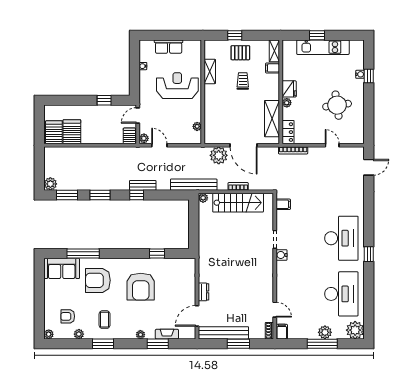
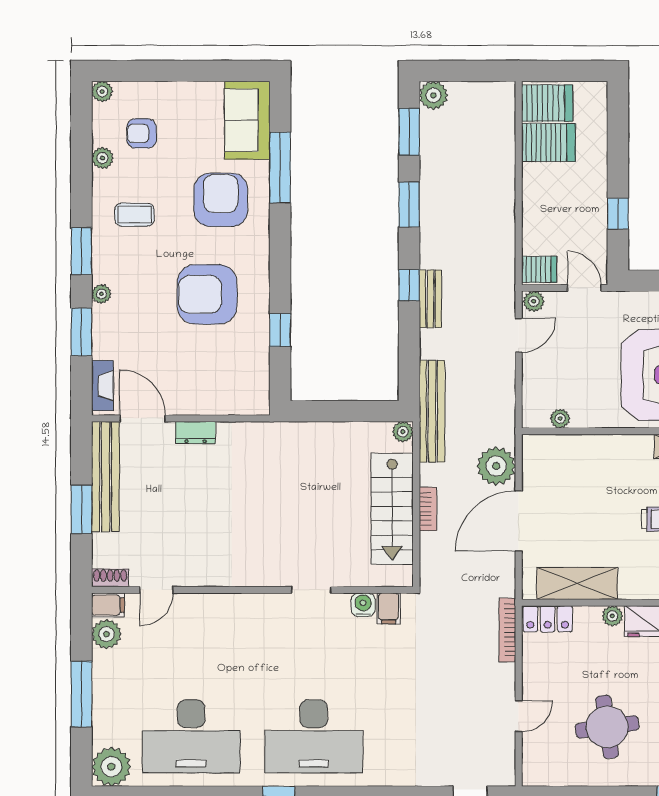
water cooler: (282, 255) -> (363, 605), moved
armchair: (68, 316) -> (142, 133), turned -90
plant: (325, 332) -> (106, 634), moved
fireplace: (167, 334) -> (102, 386), moved
window: (103, 344) -> (81, 251), moved

